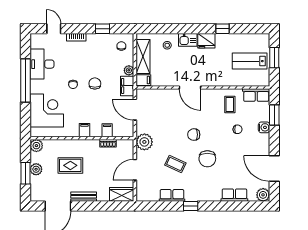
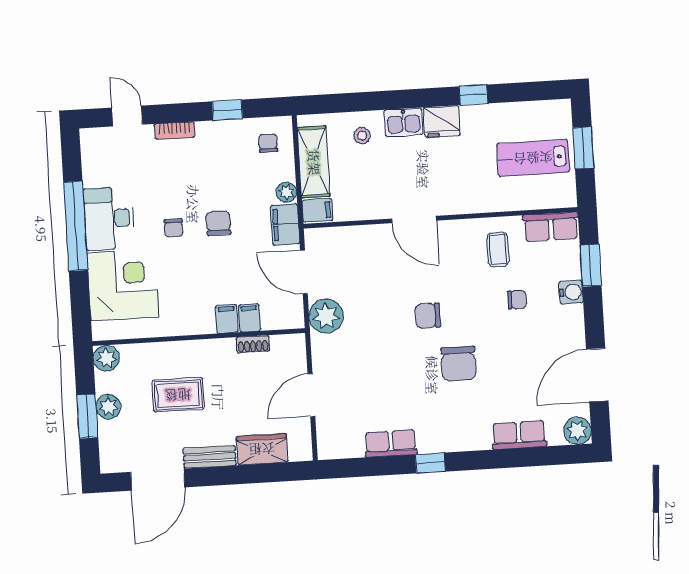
desk: (42, 64) -> (109, 218), moved
filing cabinet: (84, 130) -> (227, 319), moved
plant: (144, 142) -> (326, 316), moved
coffee table: (175, 164) -> (394, 378), removed
door: (274, 168) -> (597, 375), hinge flipped
wardrobe: (122, 194) -> (262, 449), moved

